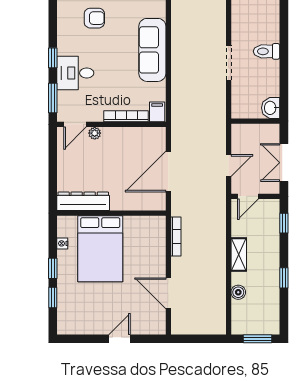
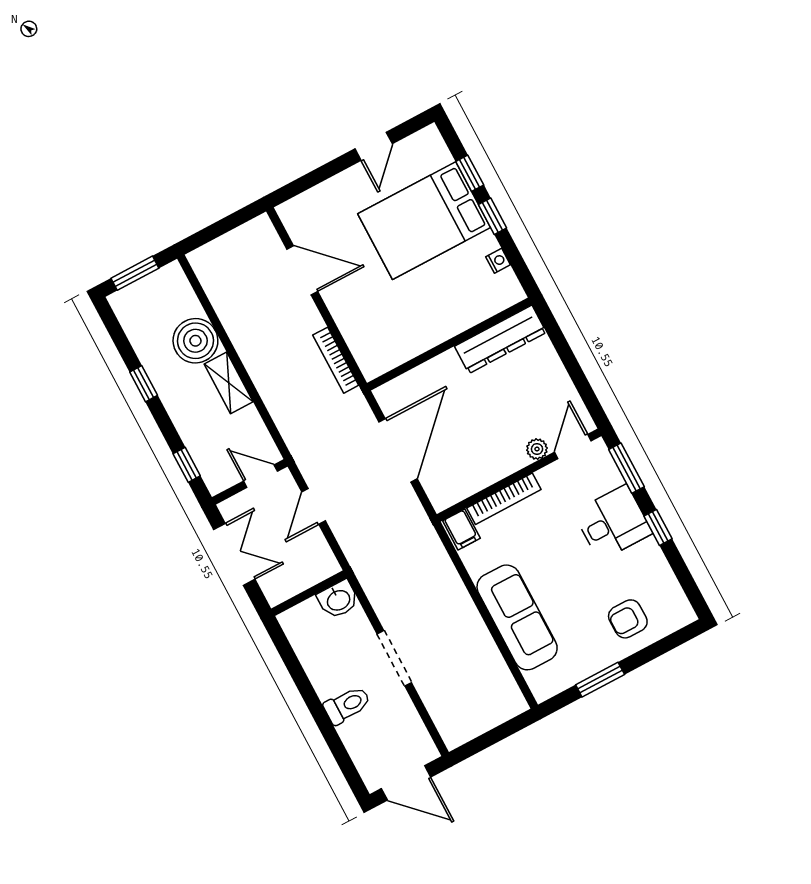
washbasin: (271, 108) -> (338, 600), moved, turned 90
door: (248, 196) -> (261, 476), hinge flipped
bed: (100, 249) -> (424, 221), moved, turned -90
boiler: (238, 292) -> (195, 341), width x1.86, depth x1.86
door: (119, 339) -> (374, 146), moved

